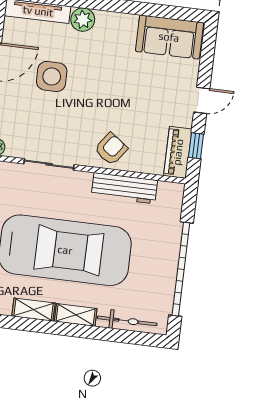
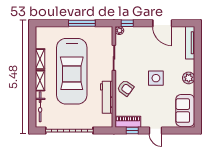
plant: (83, 20) -> (189, 78), moved
side table: (52, 76) -> (156, 78), moved

